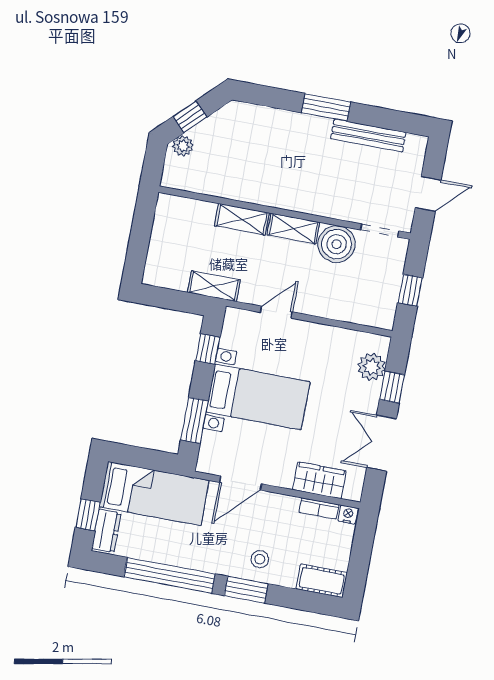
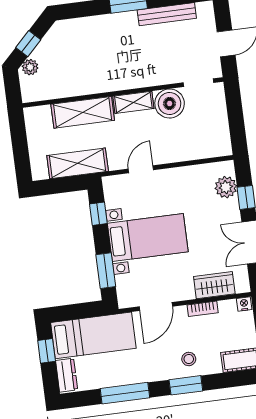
shelving: (242, 219) -> (83, 112), width x1.50, depth x1.33
shelving: (214, 286) -> (78, 163), width x1.50, depth x1.33
window: (410, 290) -> (236, 120), removed
bookcase: (319, 508) -> (203, 309), moved
window: (88, 515) -> (47, 351), moved
window: (170, 575) -> (125, 393), width x0.68

